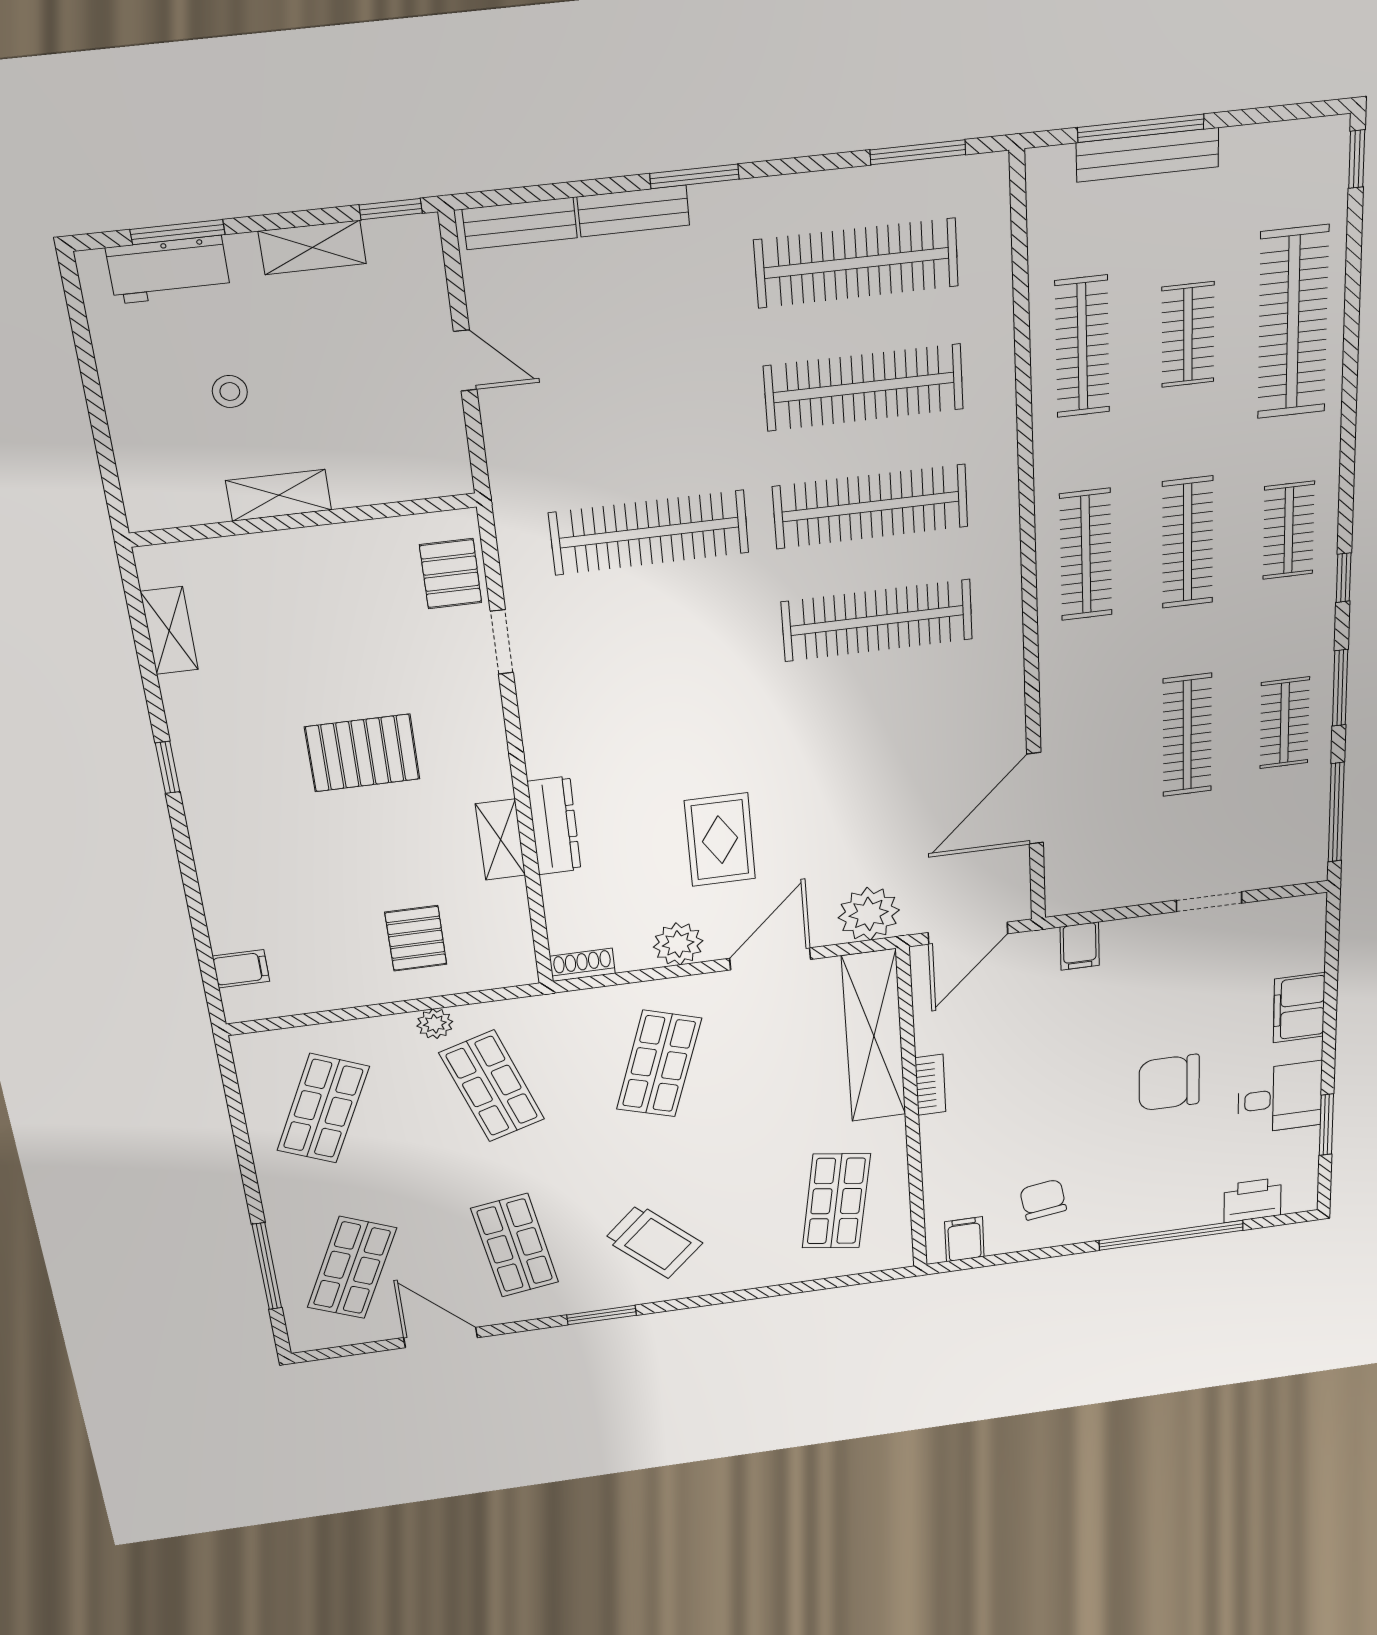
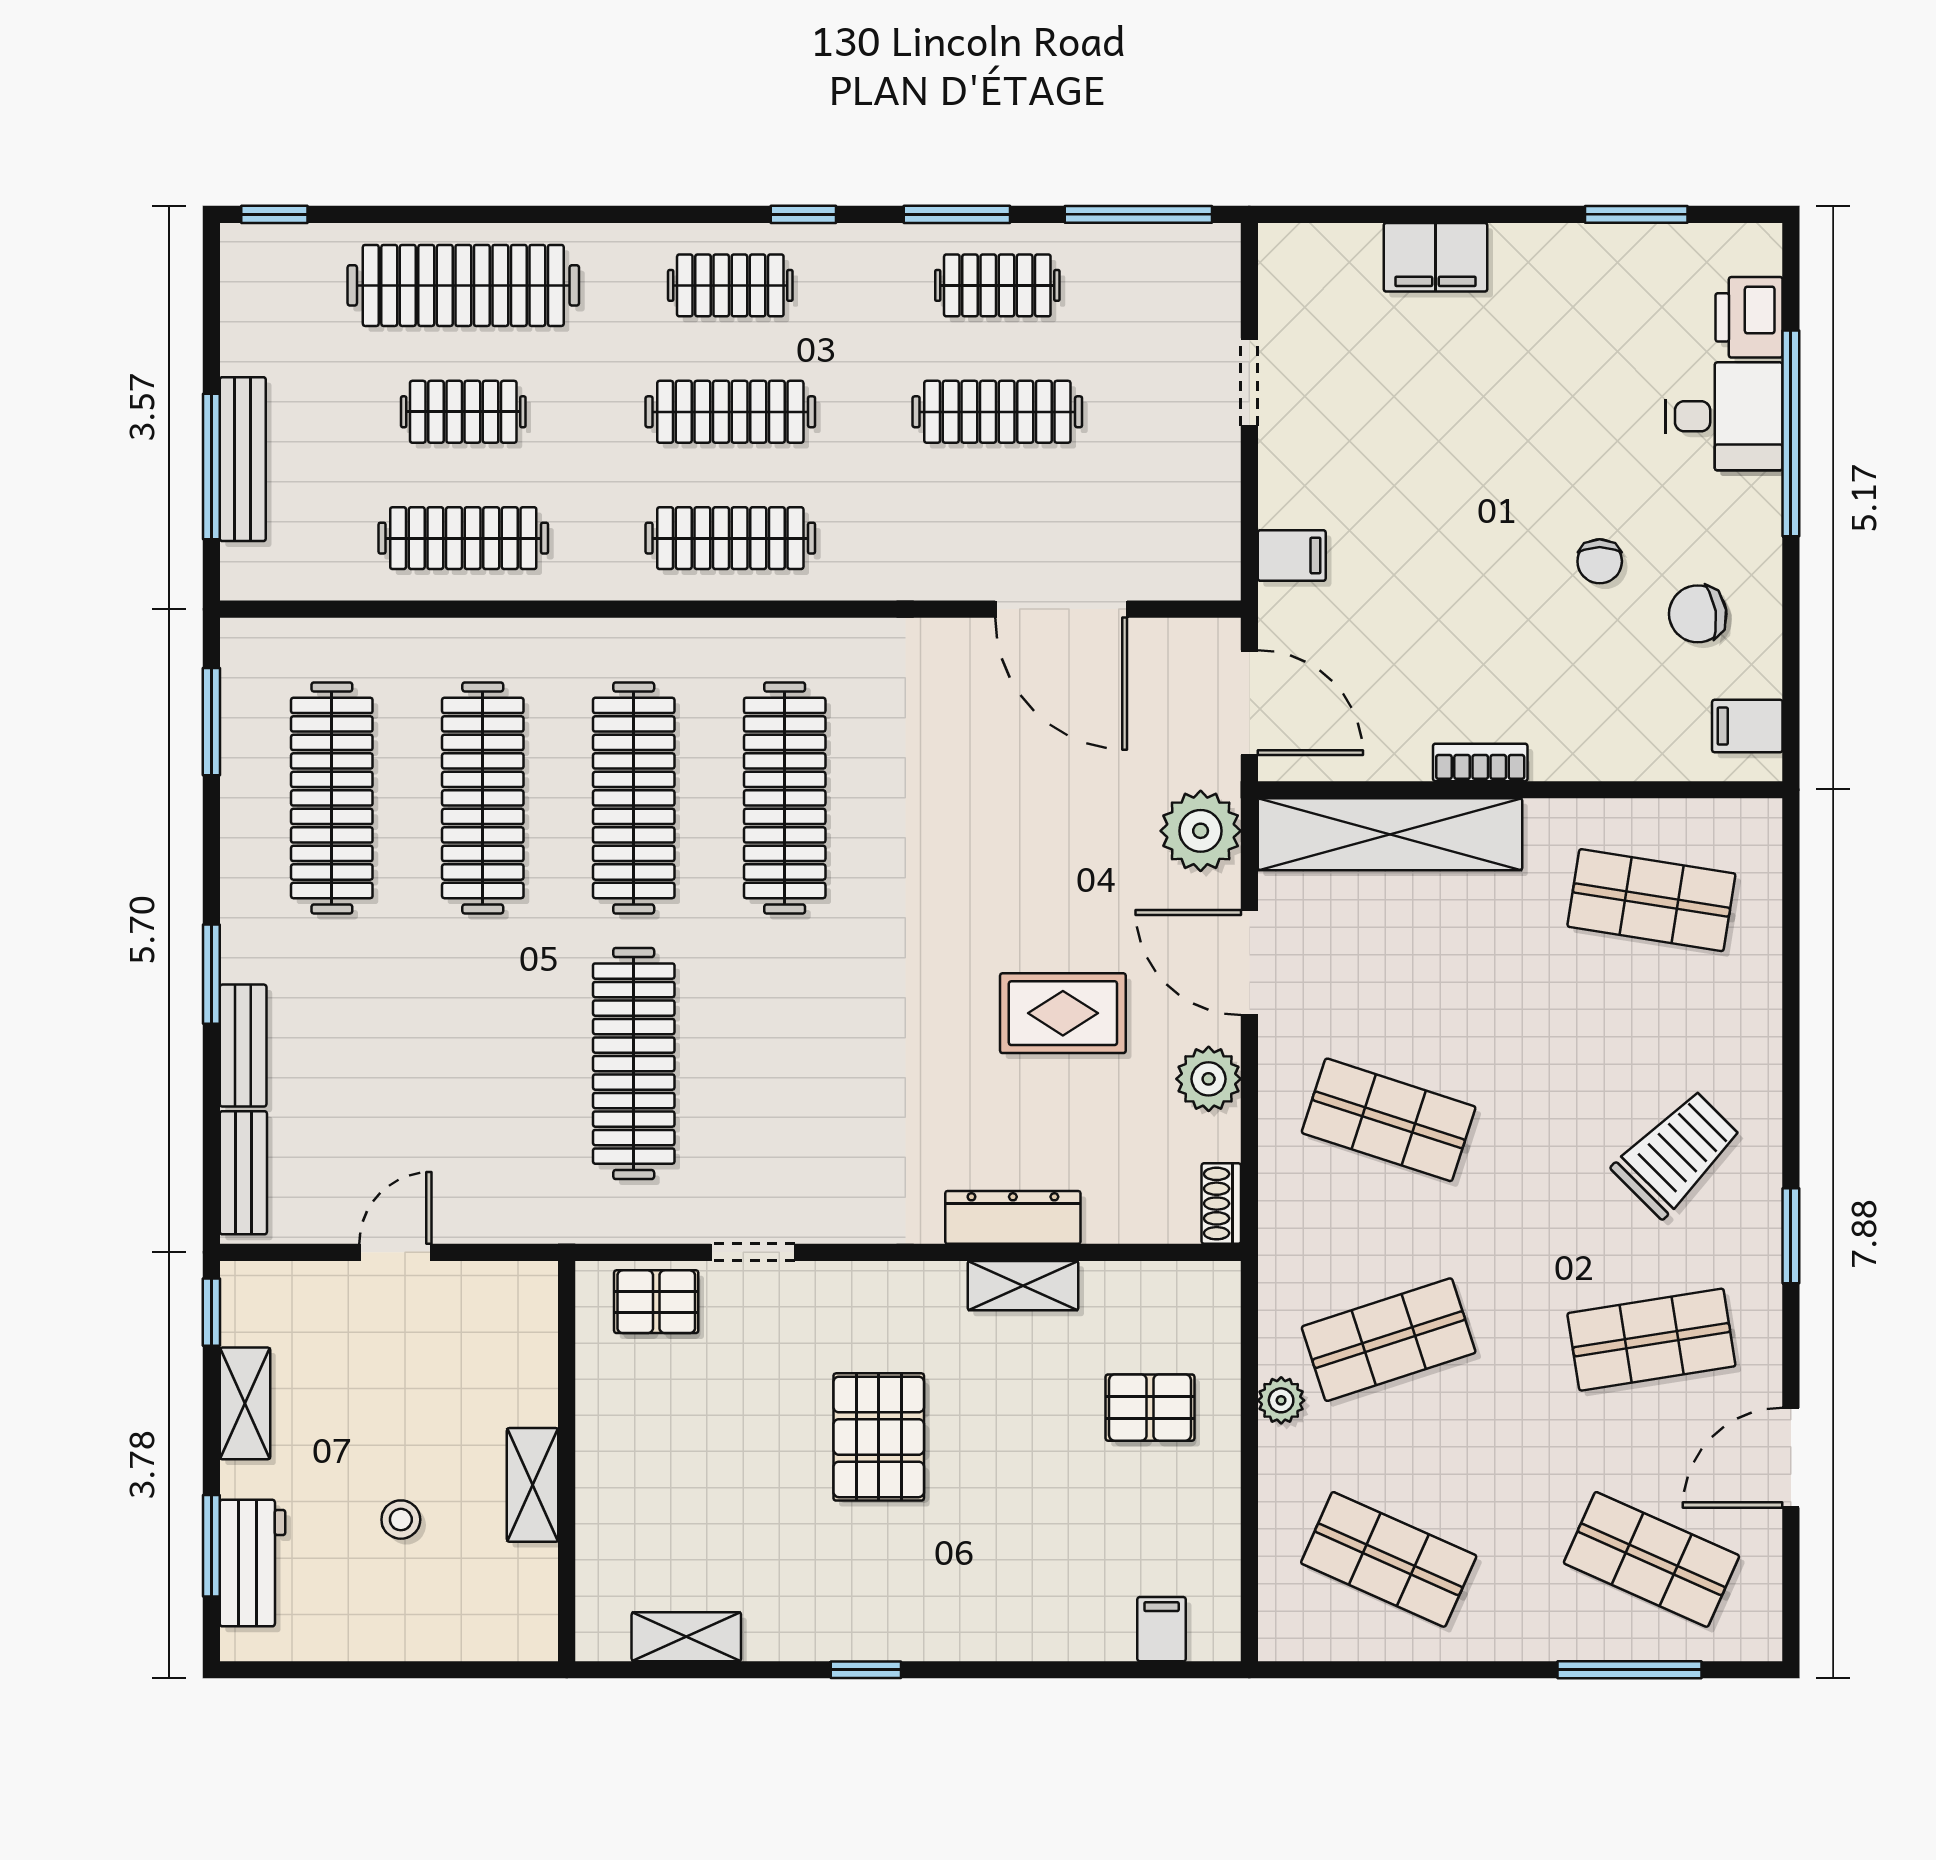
chair: (1169, 1083) -> (1600, 561), moved, width x0.54, depth x0.54
desk: (1280, 1098) -> (1724, 416), moved, turned 90

